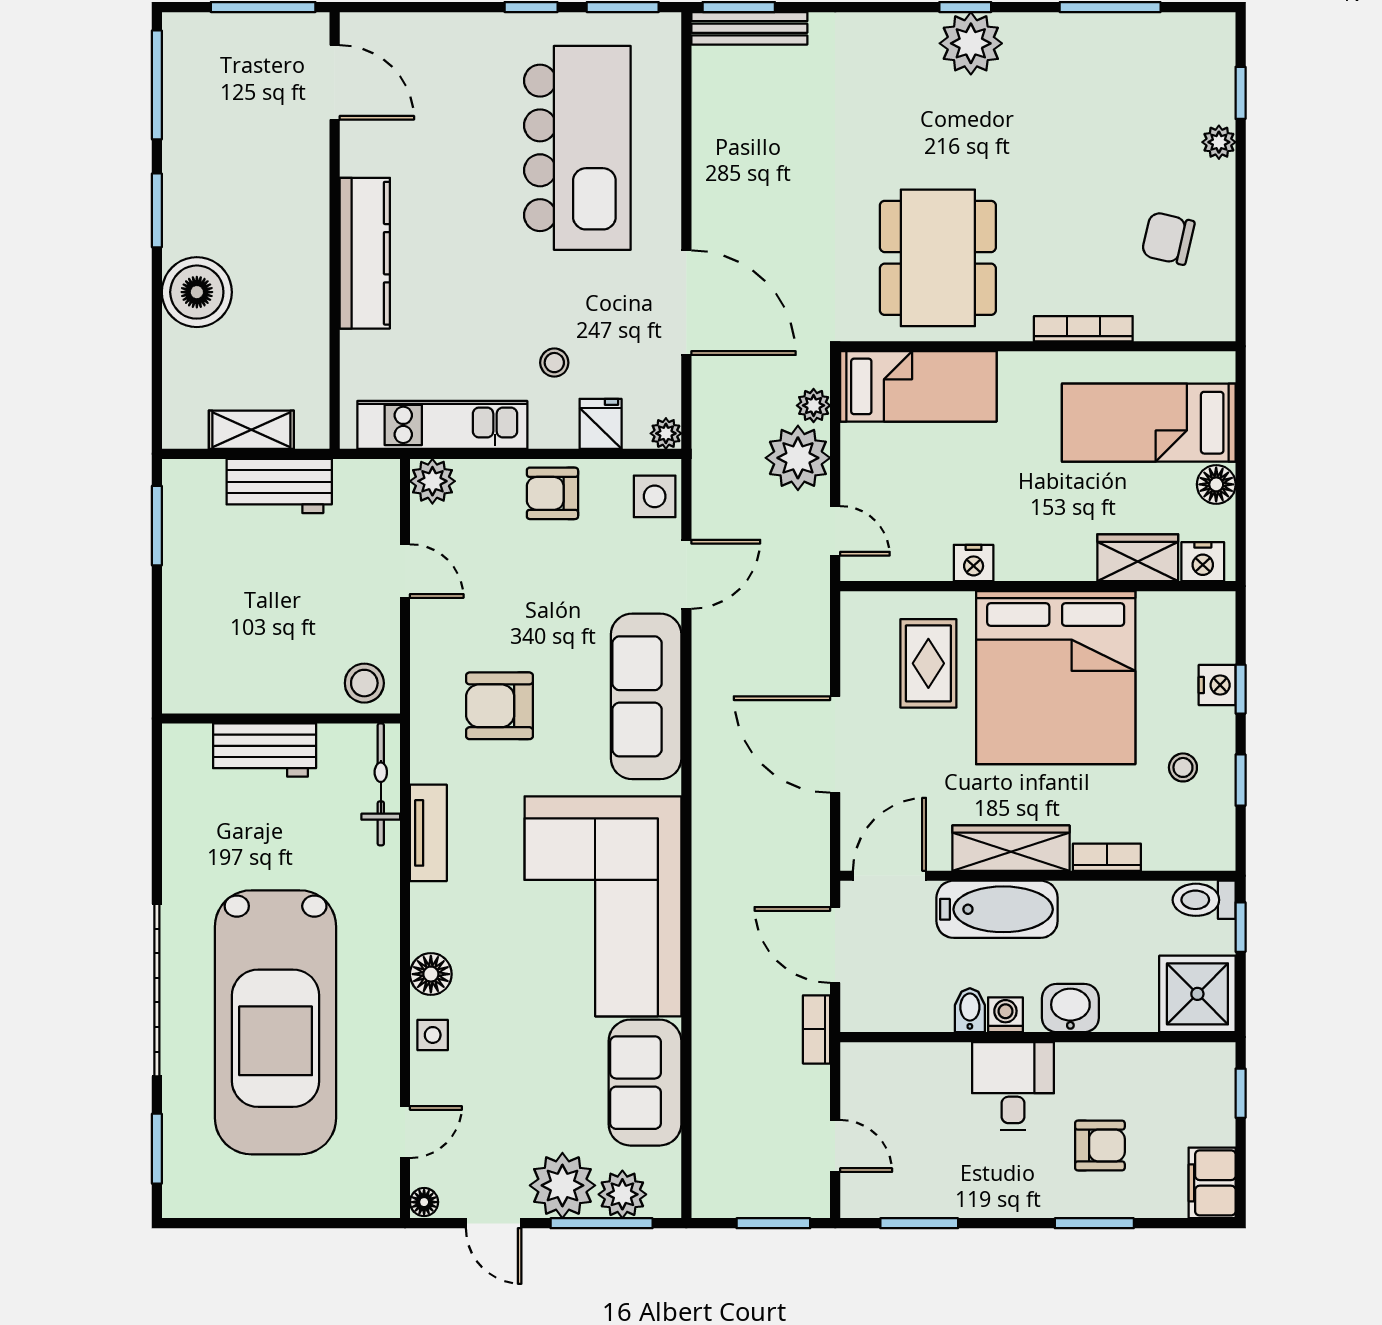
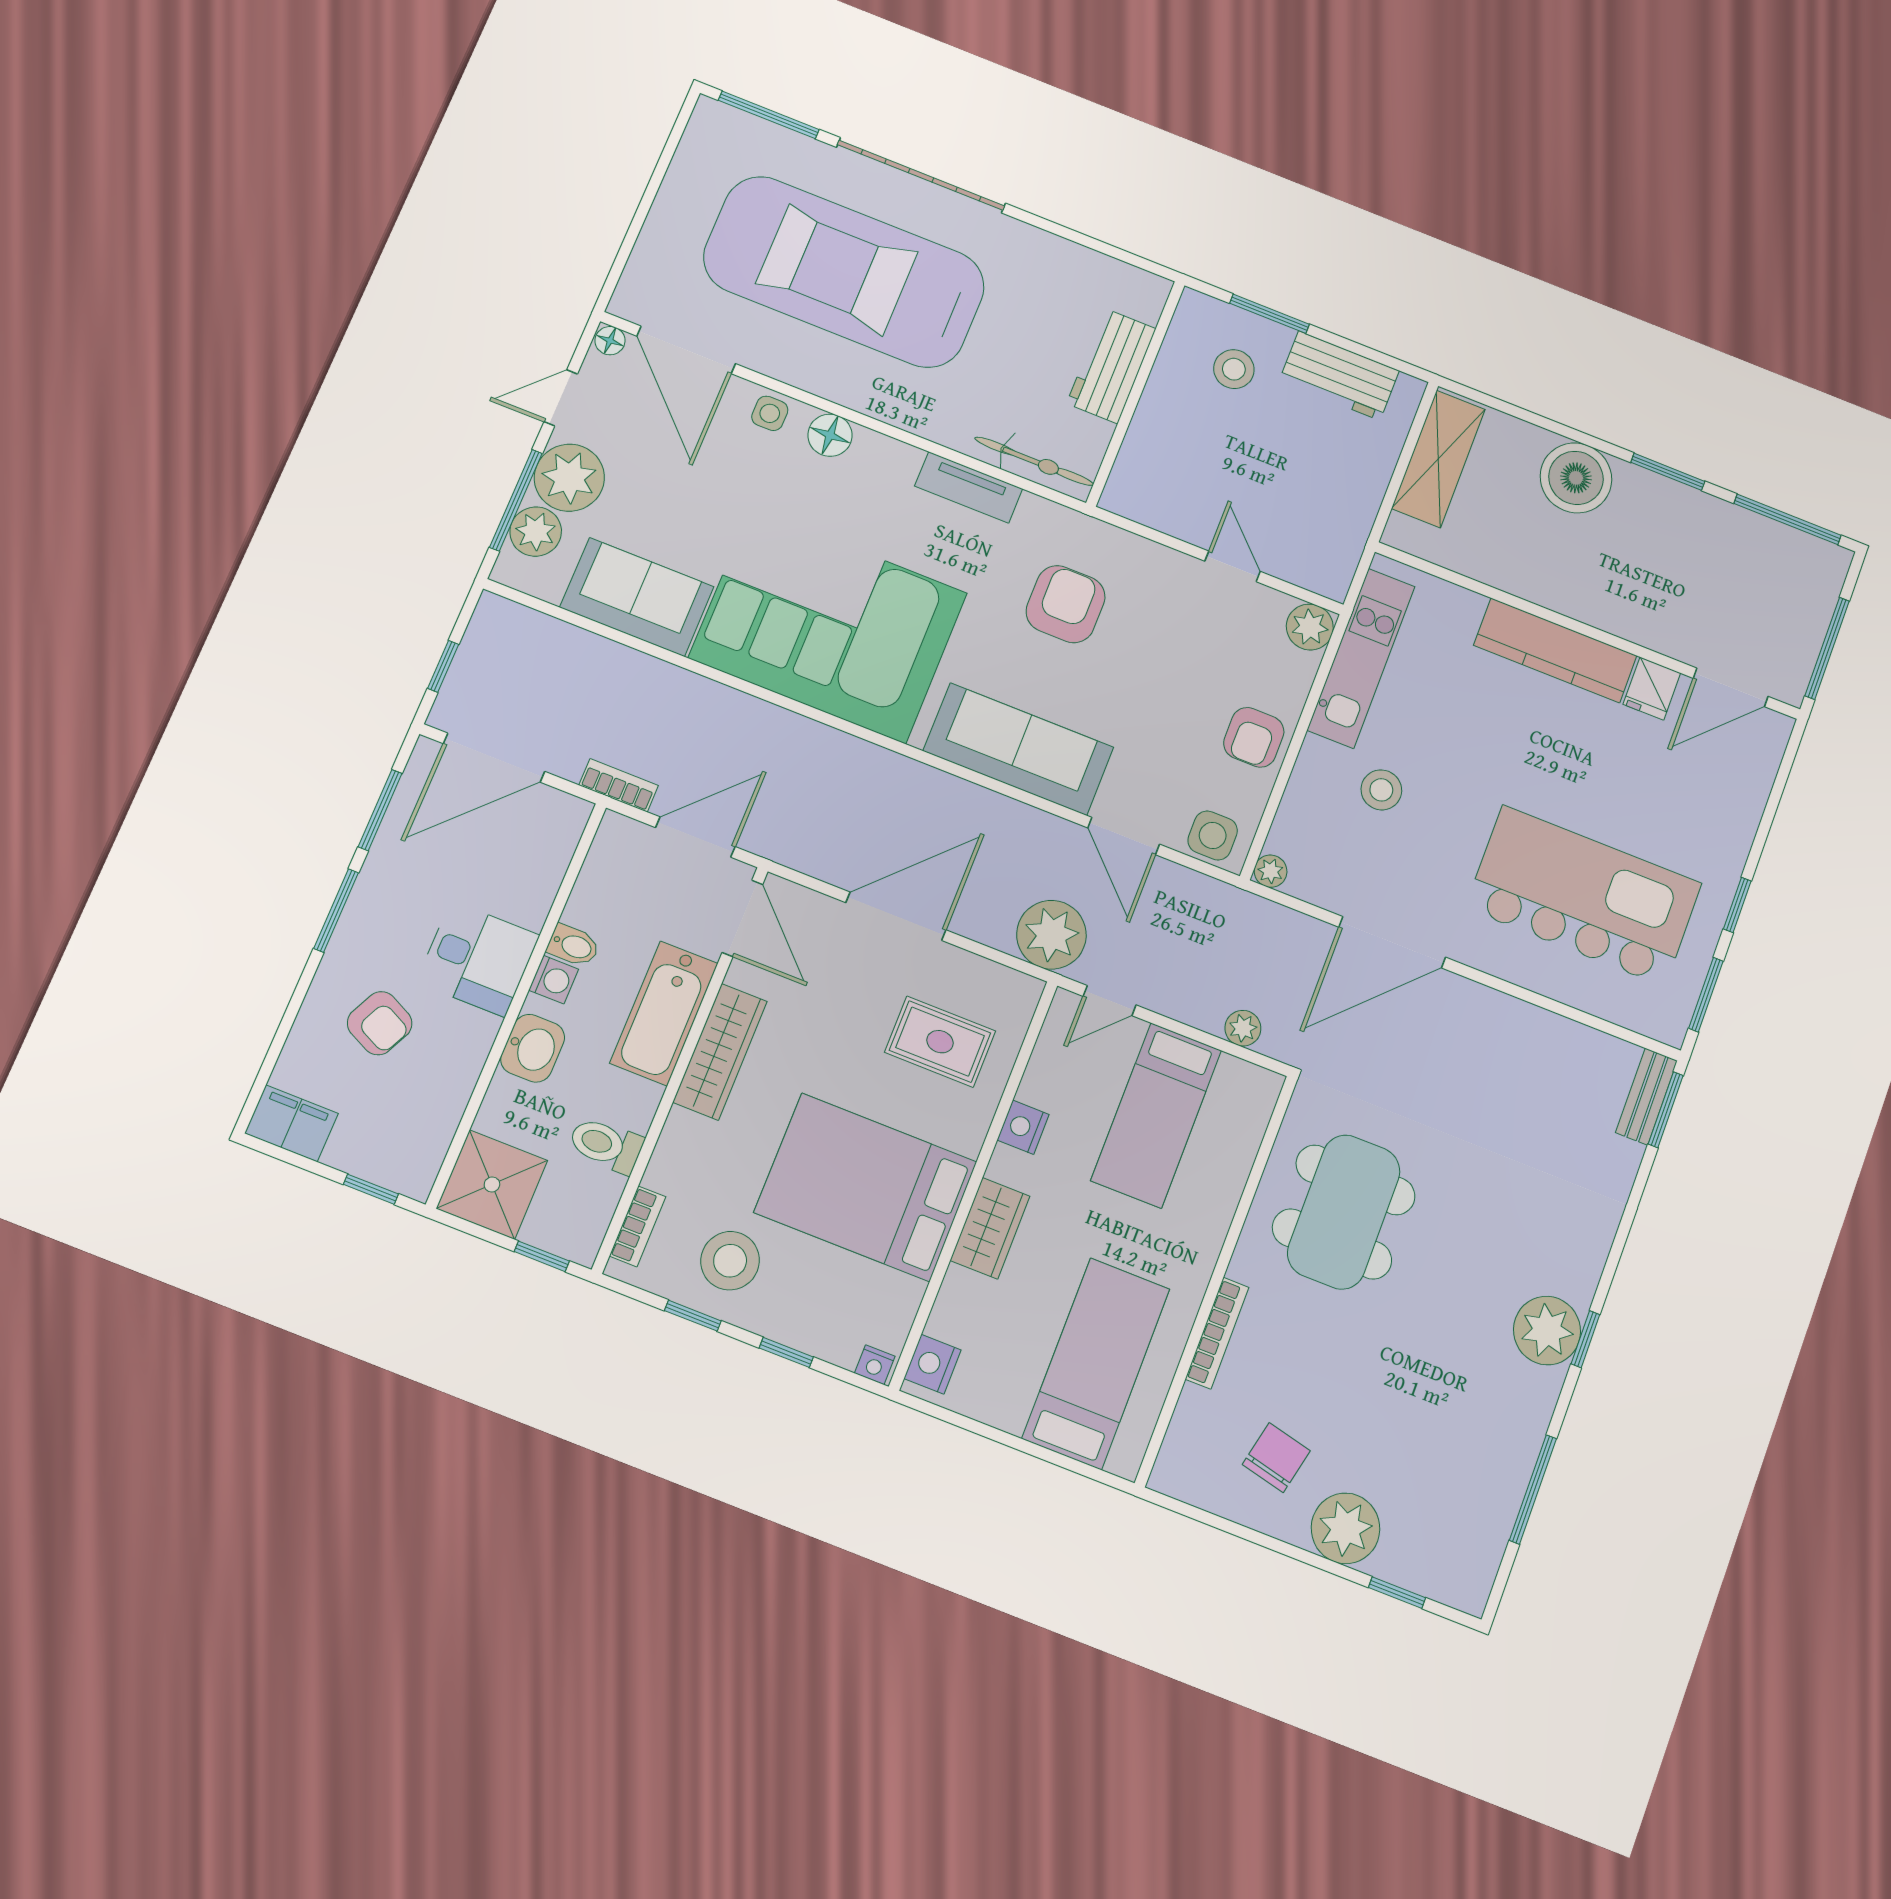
bench: (749, 28) -> (1646, 1097), width x0.73
plant: (1219, 142) -> (1346, 1528), width x1.88, depth x1.88
kitchen island: (577, 148) -> (1584, 896), turned 180
dining table: (938, 258) -> (1344, 1212), turned 90
stool: (554, 363) -> (1381, 790), width x1.37, depth x1.37
bed: (918, 386) -> (1156, 1115), moved
fridge: (601, 424) -> (1652, 689), moved, turned 90
shelving: (251, 430) -> (1438, 459), width x1.50, depth x1.33
plant: (798, 458) -> (1051, 935), moved
floor lamp: (1216, 484) -> (1006, 1409), removed
workbench: (279, 486) -> (1339, 376), moved, turned -90
armchair: (552, 493) -> (1254, 737), turned 180
window: (157, 526) -> (1269, 314), moved
wardrobe: (1138, 558) -> (990, 1228), moved
door: (405, 571) -> (1233, 566), swing flipped
bed: (1056, 678) -> (866, 1187), width x0.73
stool: (364, 683) -> (1234, 369), moved
nightstand: (1217, 685) -> (875, 1365), moved, width x0.72, depth x0.74
stool: (1183, 767) -> (730, 1261), width x1.89, depth x1.89
bookcase: (1107, 857) -> (638, 1226), moved
toilet: (1204, 900) -> (606, 1145), moved, turned -90
door: (405, 1132) -> (686, 350), width x1.88
door: (835, 1146) -> (494, 758), width x1.88
armchair: (1100, 1146) -> (380, 1023), turned -64
window: (157, 1149) -> (769, 115), width x1.44
window: (773, 1223) -> (443, 666), width x0.67
window: (1094, 1223) -> (336, 911), moved

